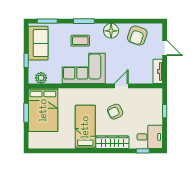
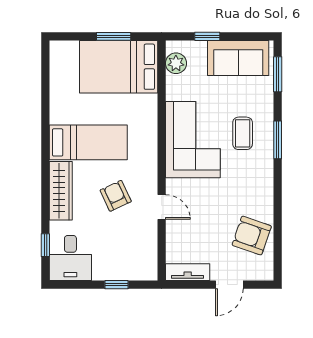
floor lamp: (111, 31) -> (260, 189), removed

